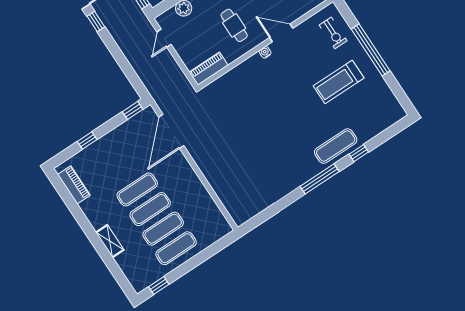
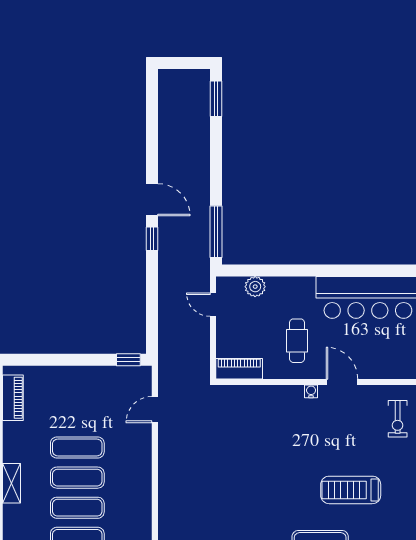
door: (164, 38) -> (213, 305), hinge flipped
treadmill: (339, 82) -> (351, 490), moved
door: (171, 131) -> (155, 410), width x0.53
window: (87, 141) -> (58, 360), removed

